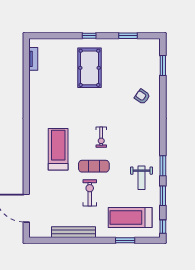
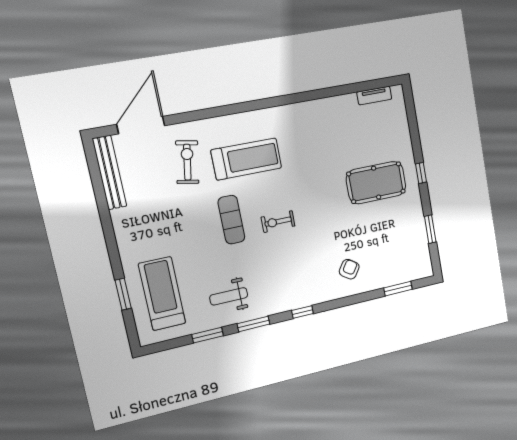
exercise bike: (90, 193) -> (187, 162), moved, turned -80
window: (163, 227) -> (302, 312), moved
bench: (74, 232) -> (110, 173), moved

